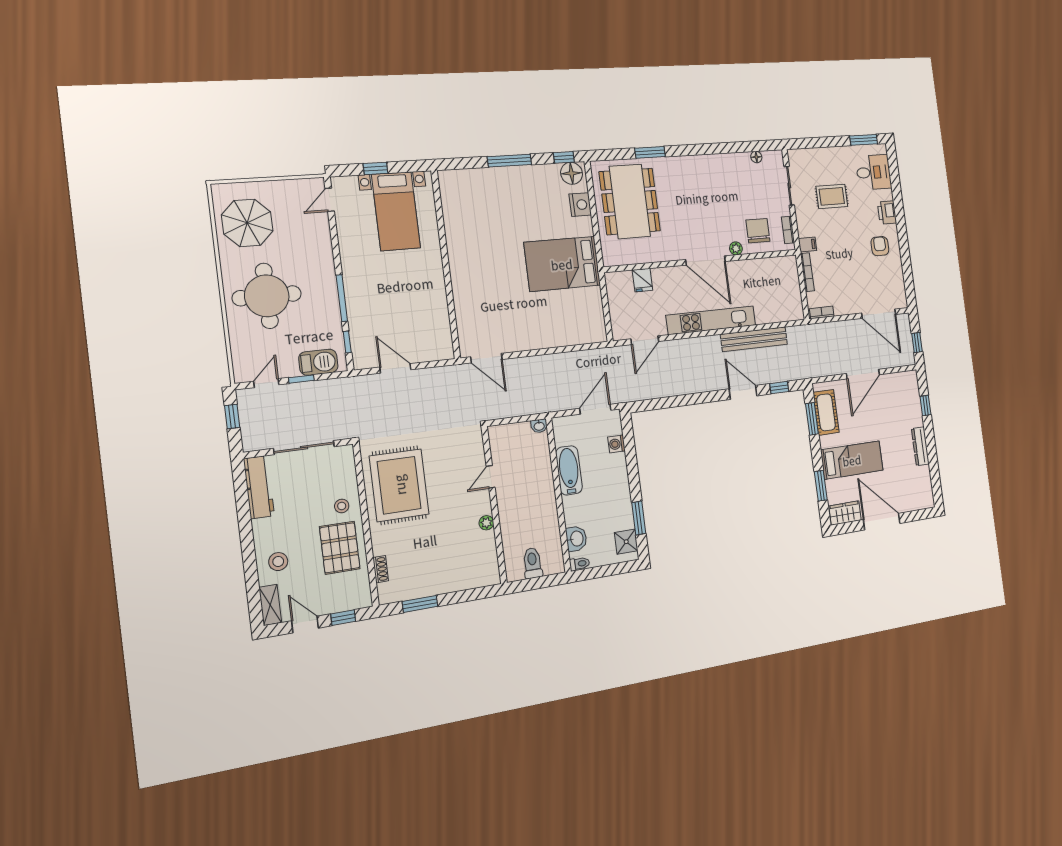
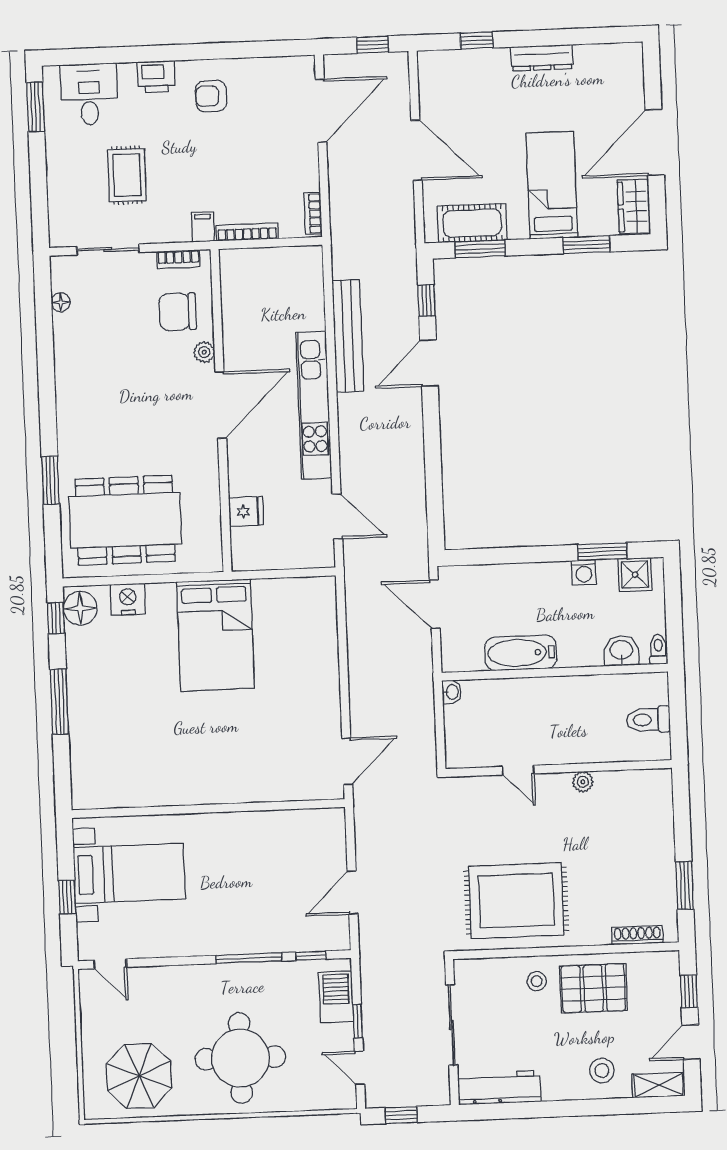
washing machine: (616, 444) -> (584, 572), moved
shoe rack: (381, 569) -> (637, 935), width x1.43

